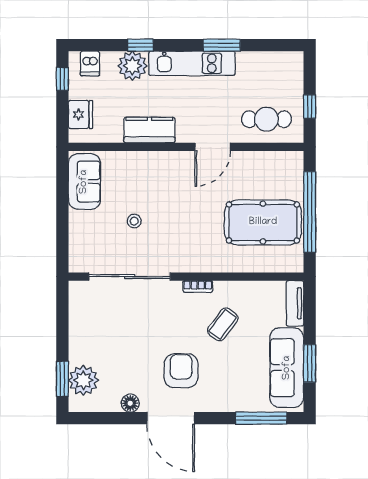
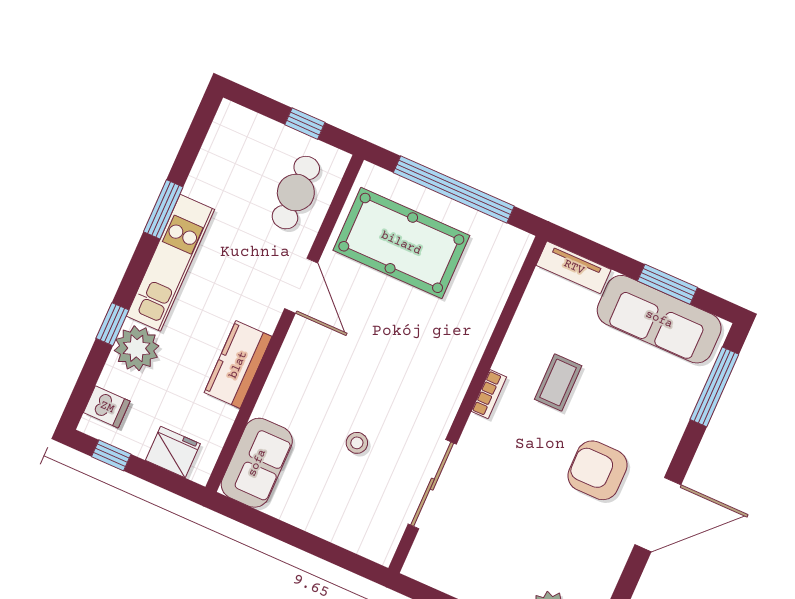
sofa: (84, 182) -> (257, 463), moved, turned 90
pool table: (263, 222) -> (401, 243), moved, turned 90
sliding door: (130, 277) -> (432, 484), width x0.73
coffee table: (223, 324) -> (558, 383), turned 53
floor lamp: (130, 403) -> (611, 562), removed

